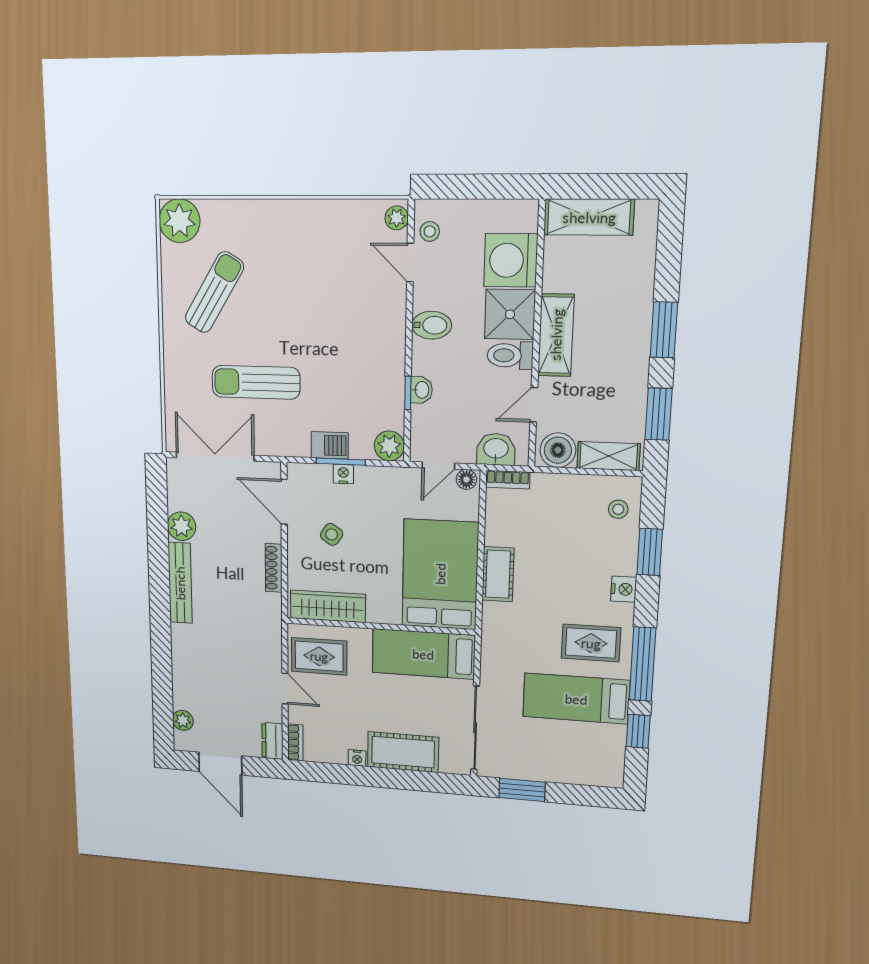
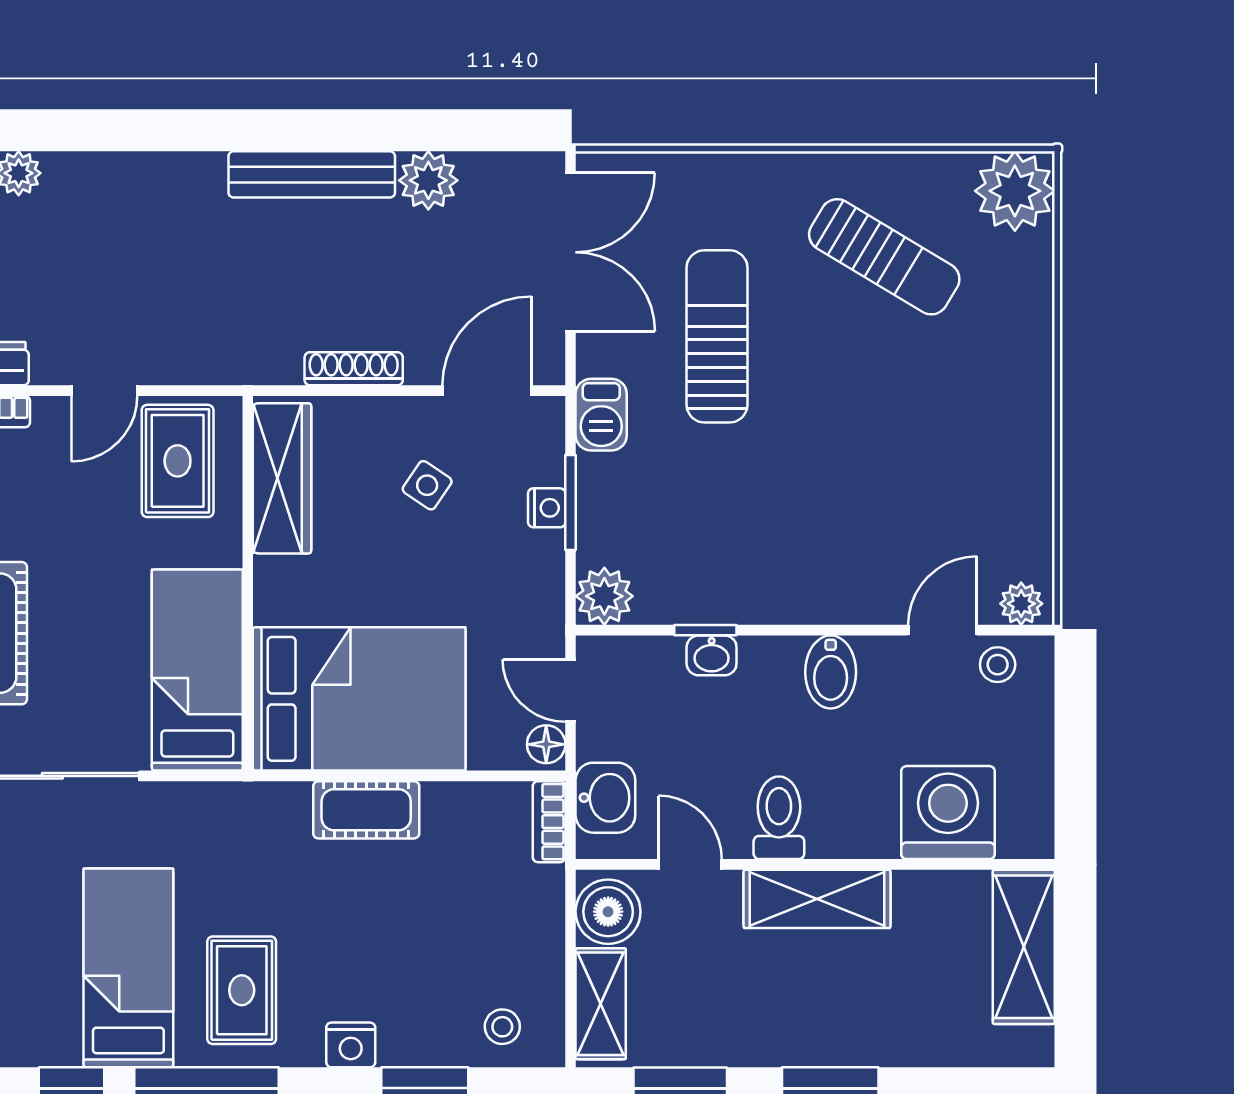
shower: (510, 314) -> (853, 815), removed
barbecue: (330, 445) -> (601, 415), moved

